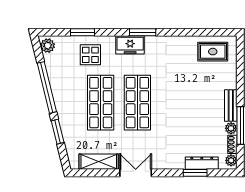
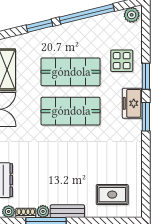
window: (83, 32) -> (146, 76), moved
rug: (213, 52) -> (112, 195), moved, turned 90

